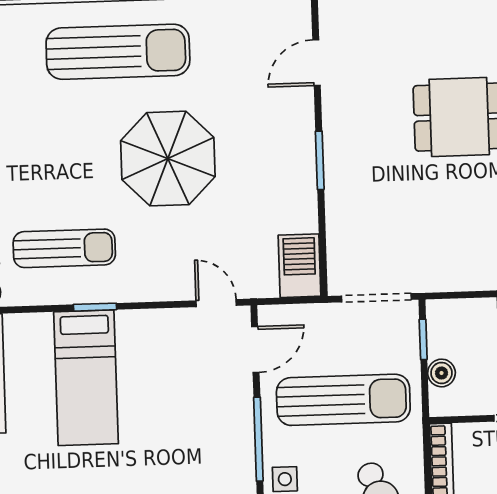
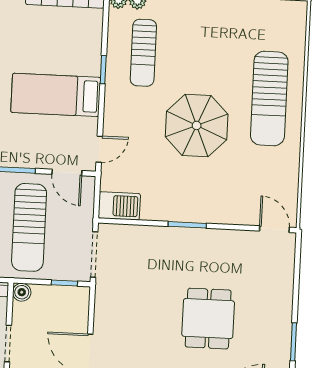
door: (316, 63) -> (274, 229), moved
boiler: (441, 373) -> (22, 292), moved
bed: (86, 378) -> (56, 95), moved

